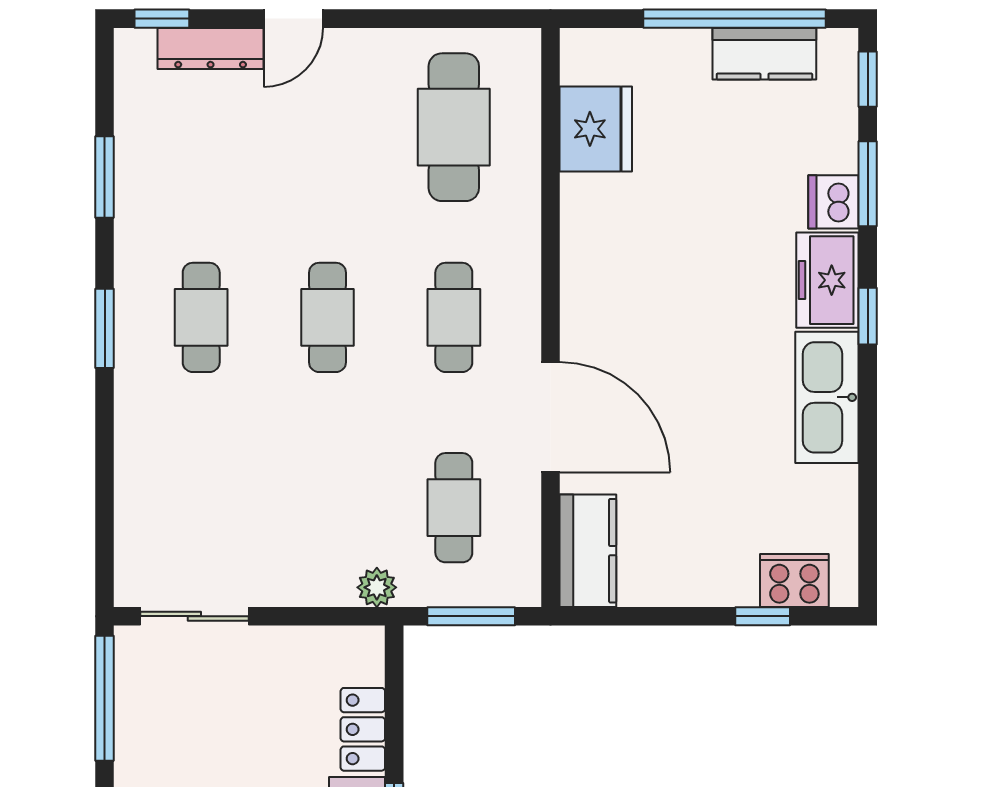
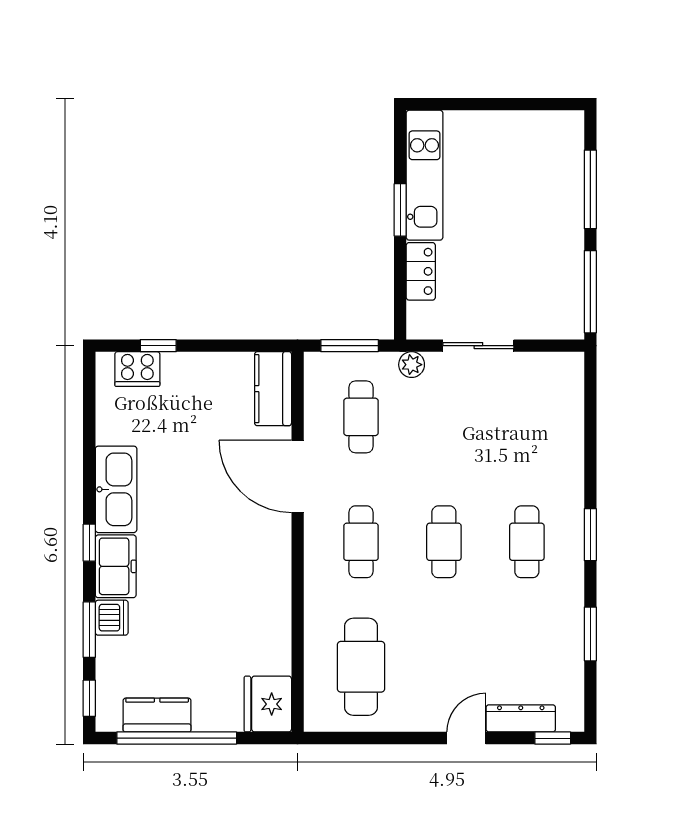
fridge: (596, 129) -> (268, 704), moved
sliding door: (194, 616) -> (478, 346), moved

